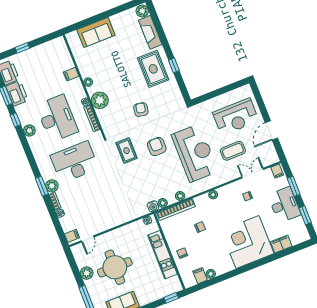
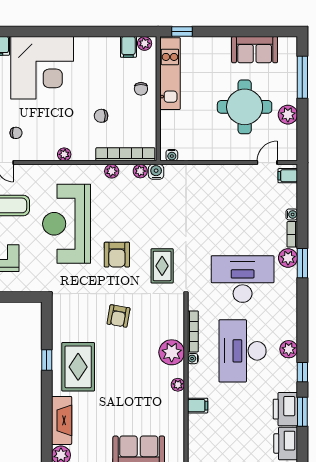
desk: (74, 162) -> (243, 279), turned 180
kitchen unit: (162, 255) -> (170, 74), moved
plant: (211, 274) -> (145, 43), moved

